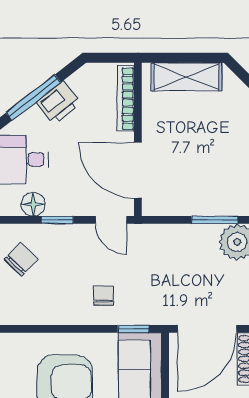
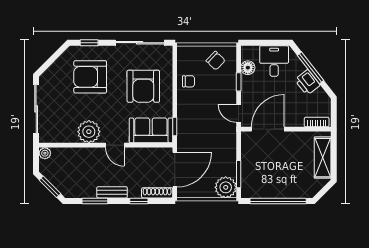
bookcase: (126, 99) -> (317, 122), width x0.64
door: (111, 220) -> (239, 113), hinge flipped
chair: (104, 295) -> (189, 81), moved
door: (207, 329) -> (175, 170), swing flipped

